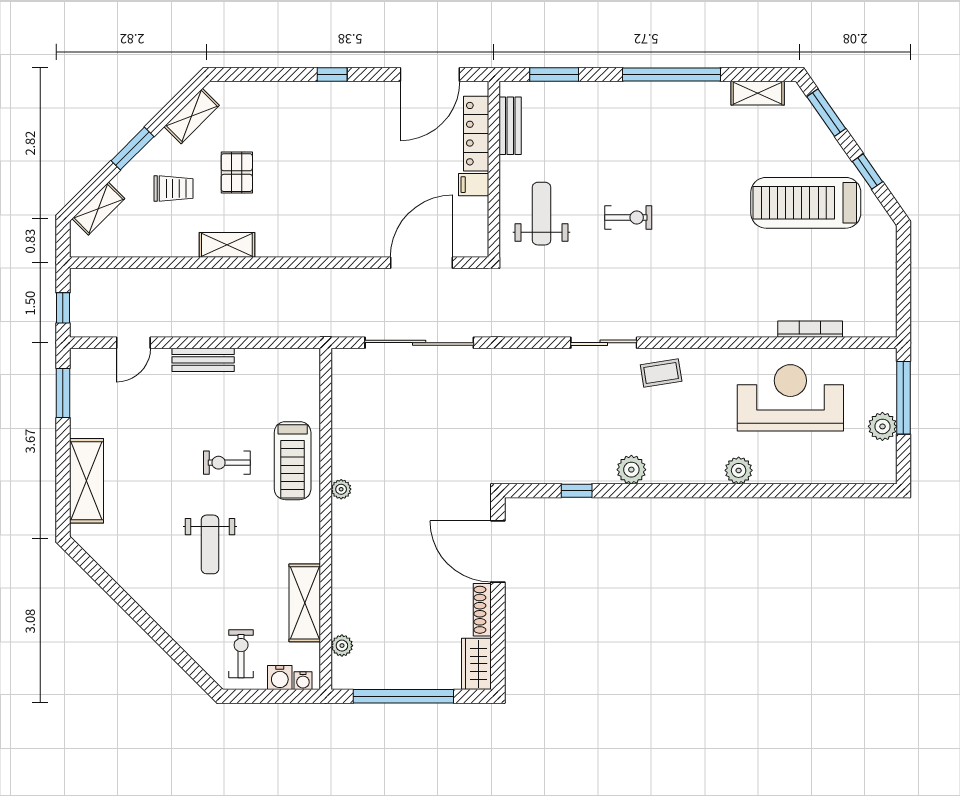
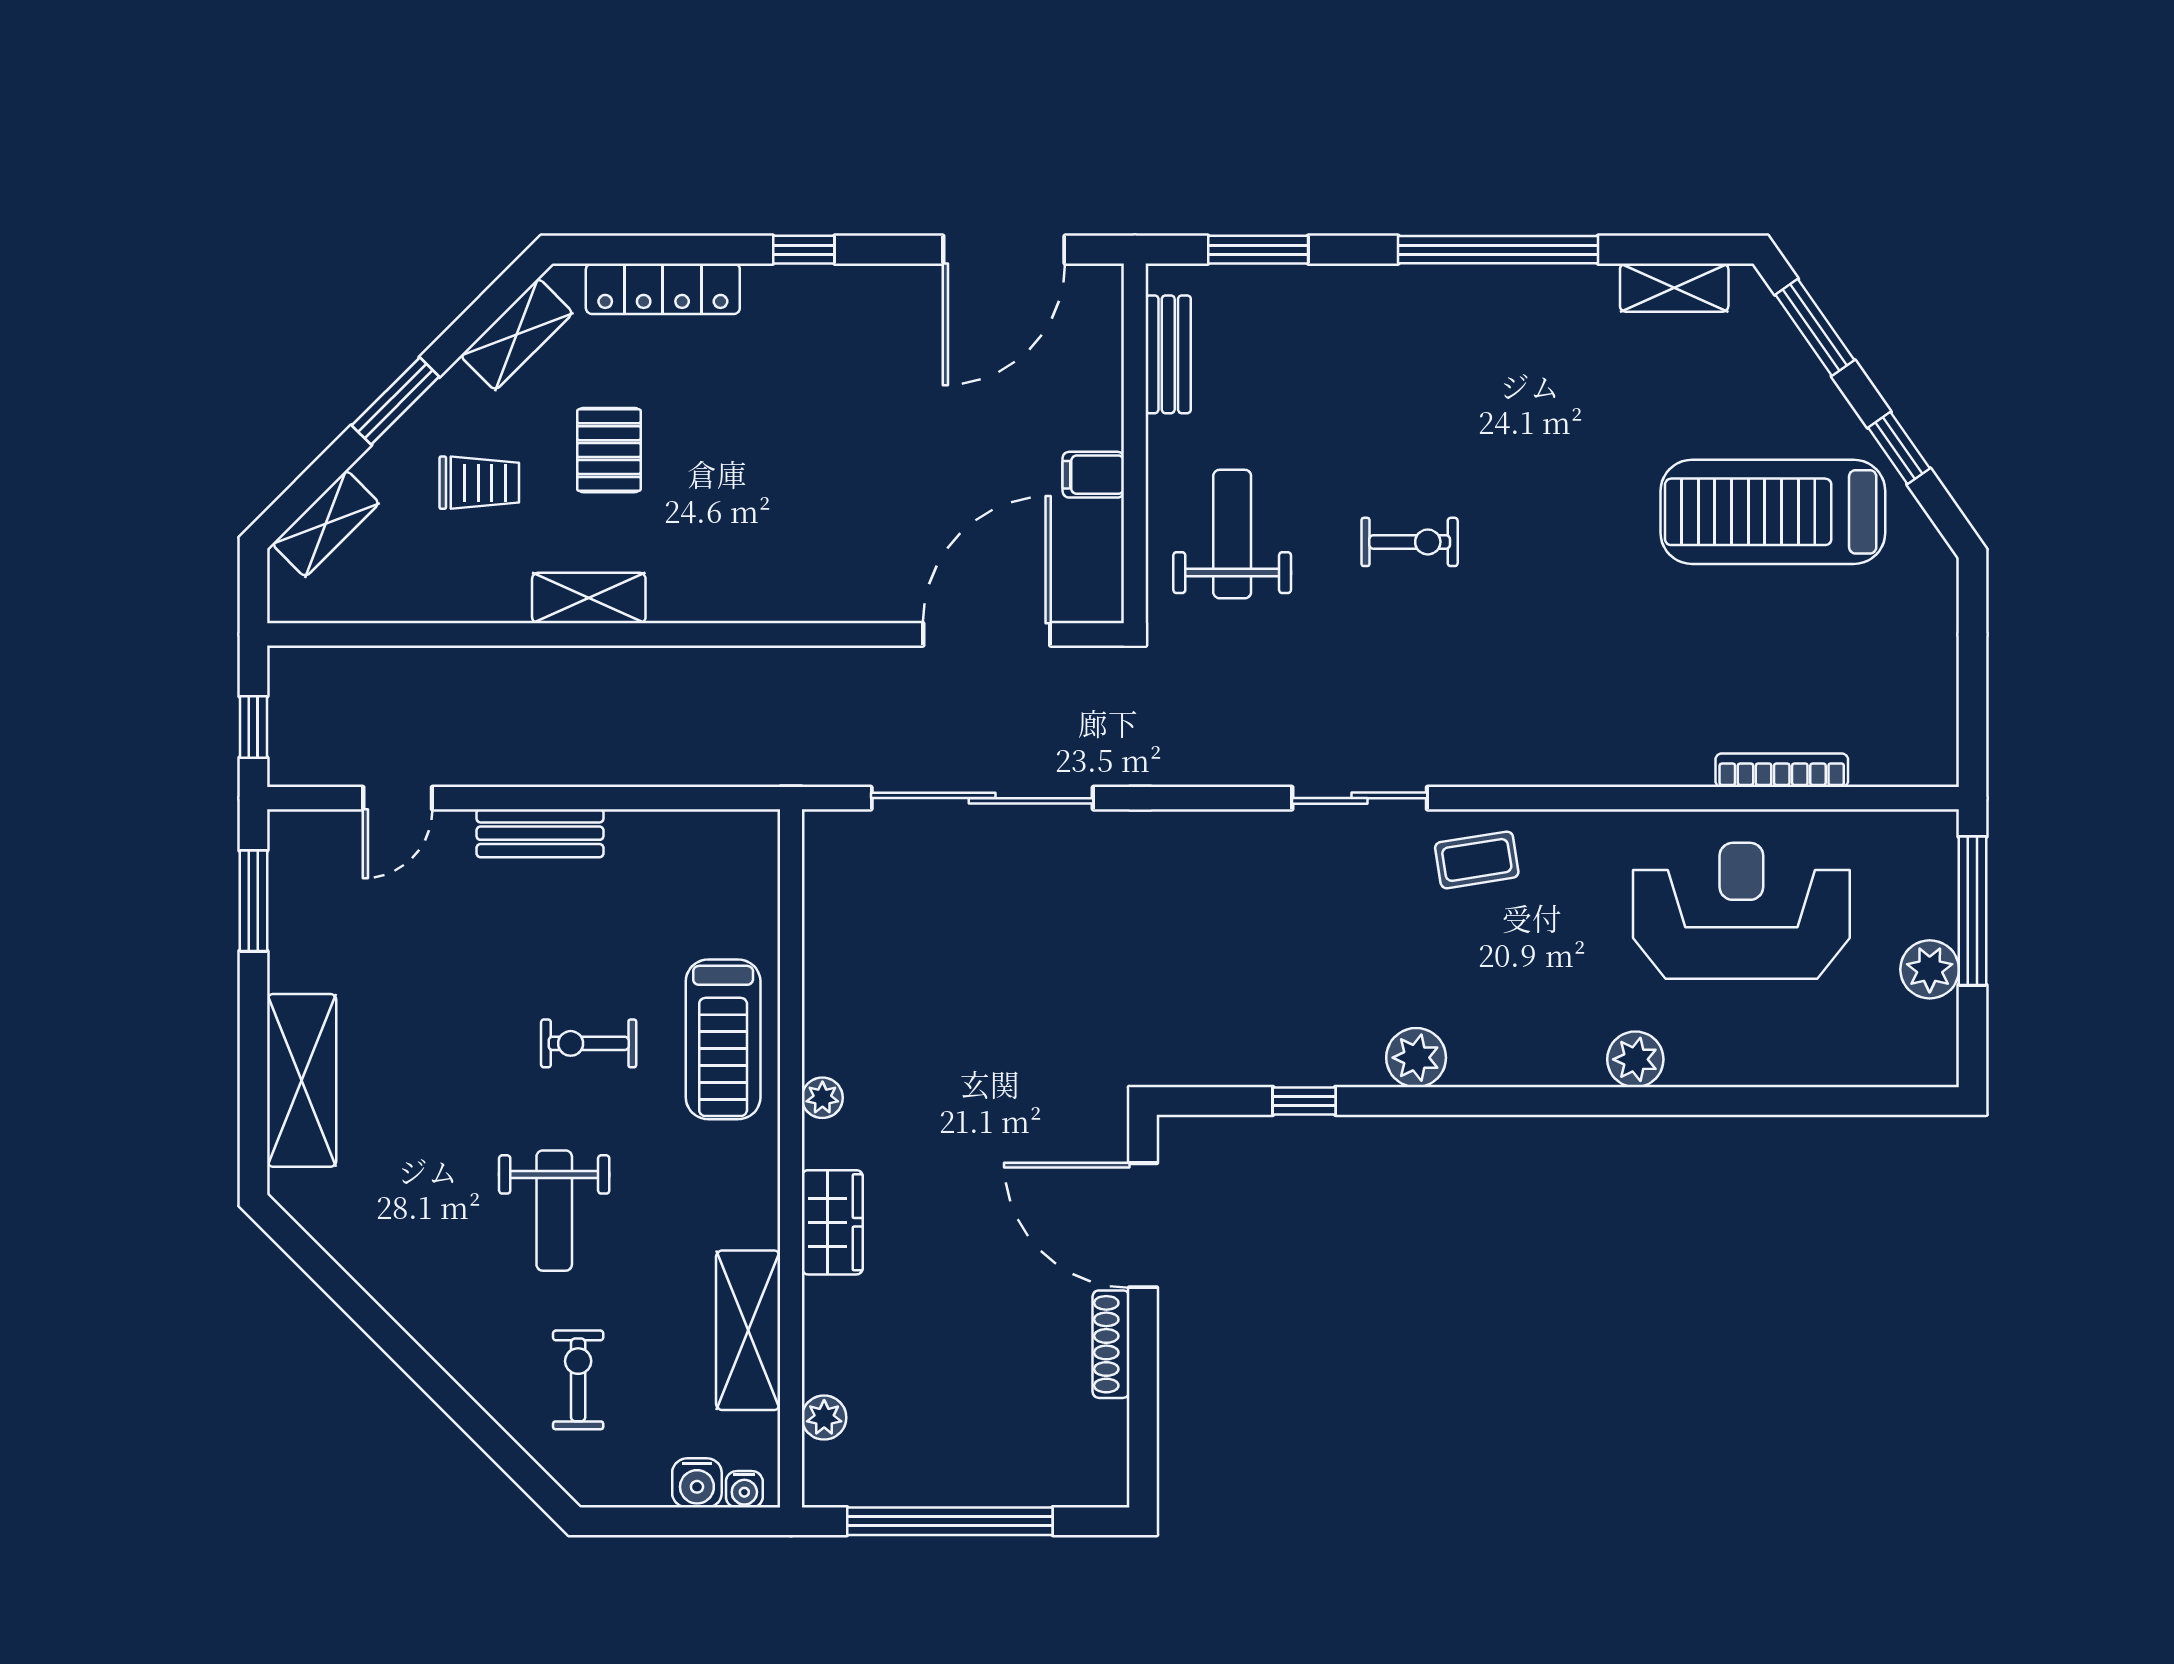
locker: (476, 134) -> (663, 289), moved, turned -90
exercise bike: (241, 654) -> (578, 1380), moved
wardrobe: (476, 664) -> (832, 1222), moved, turned 180

